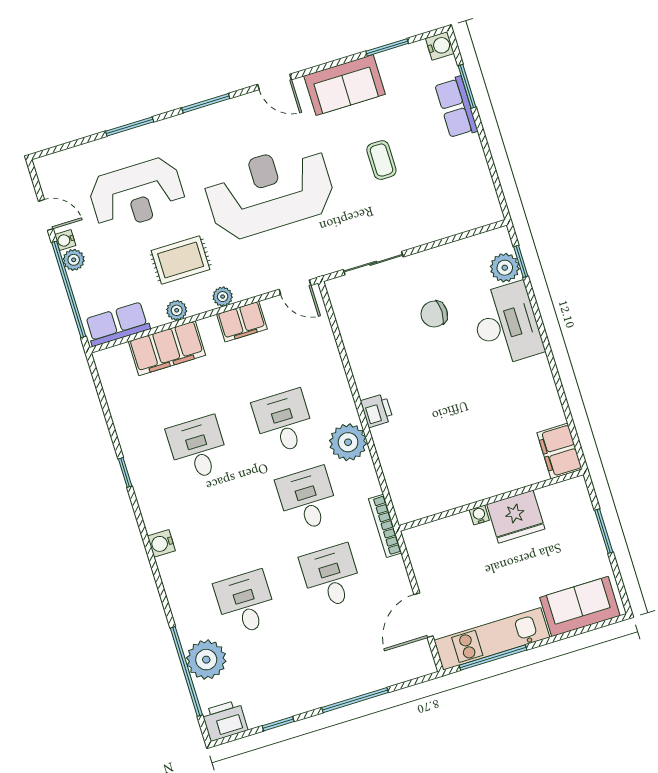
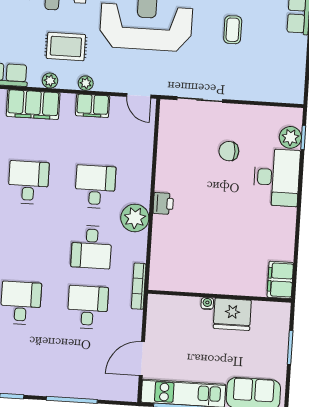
desk: (307, 499) -> (91, 247), turned 180

